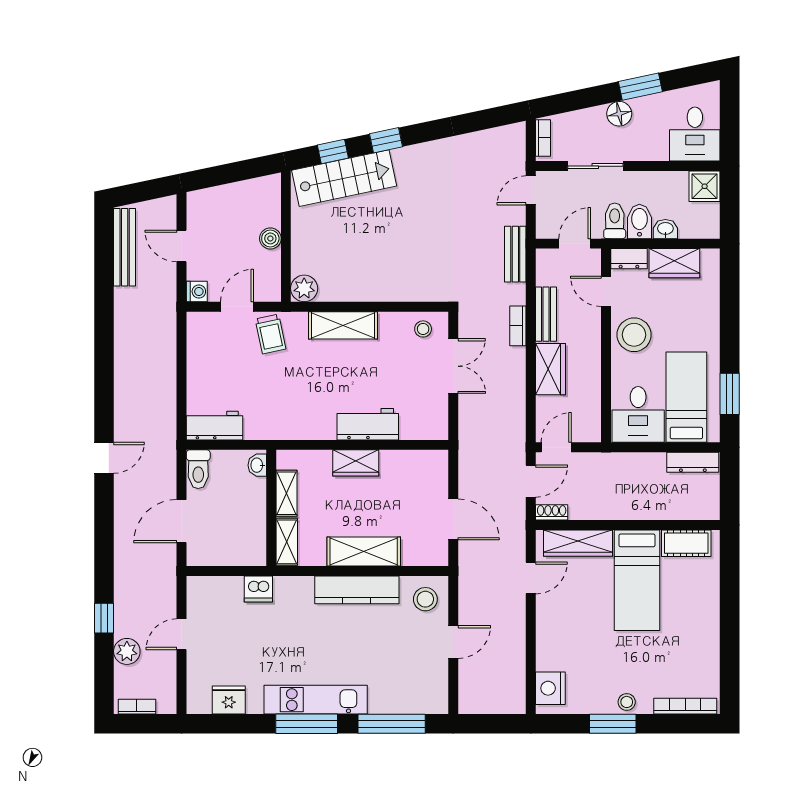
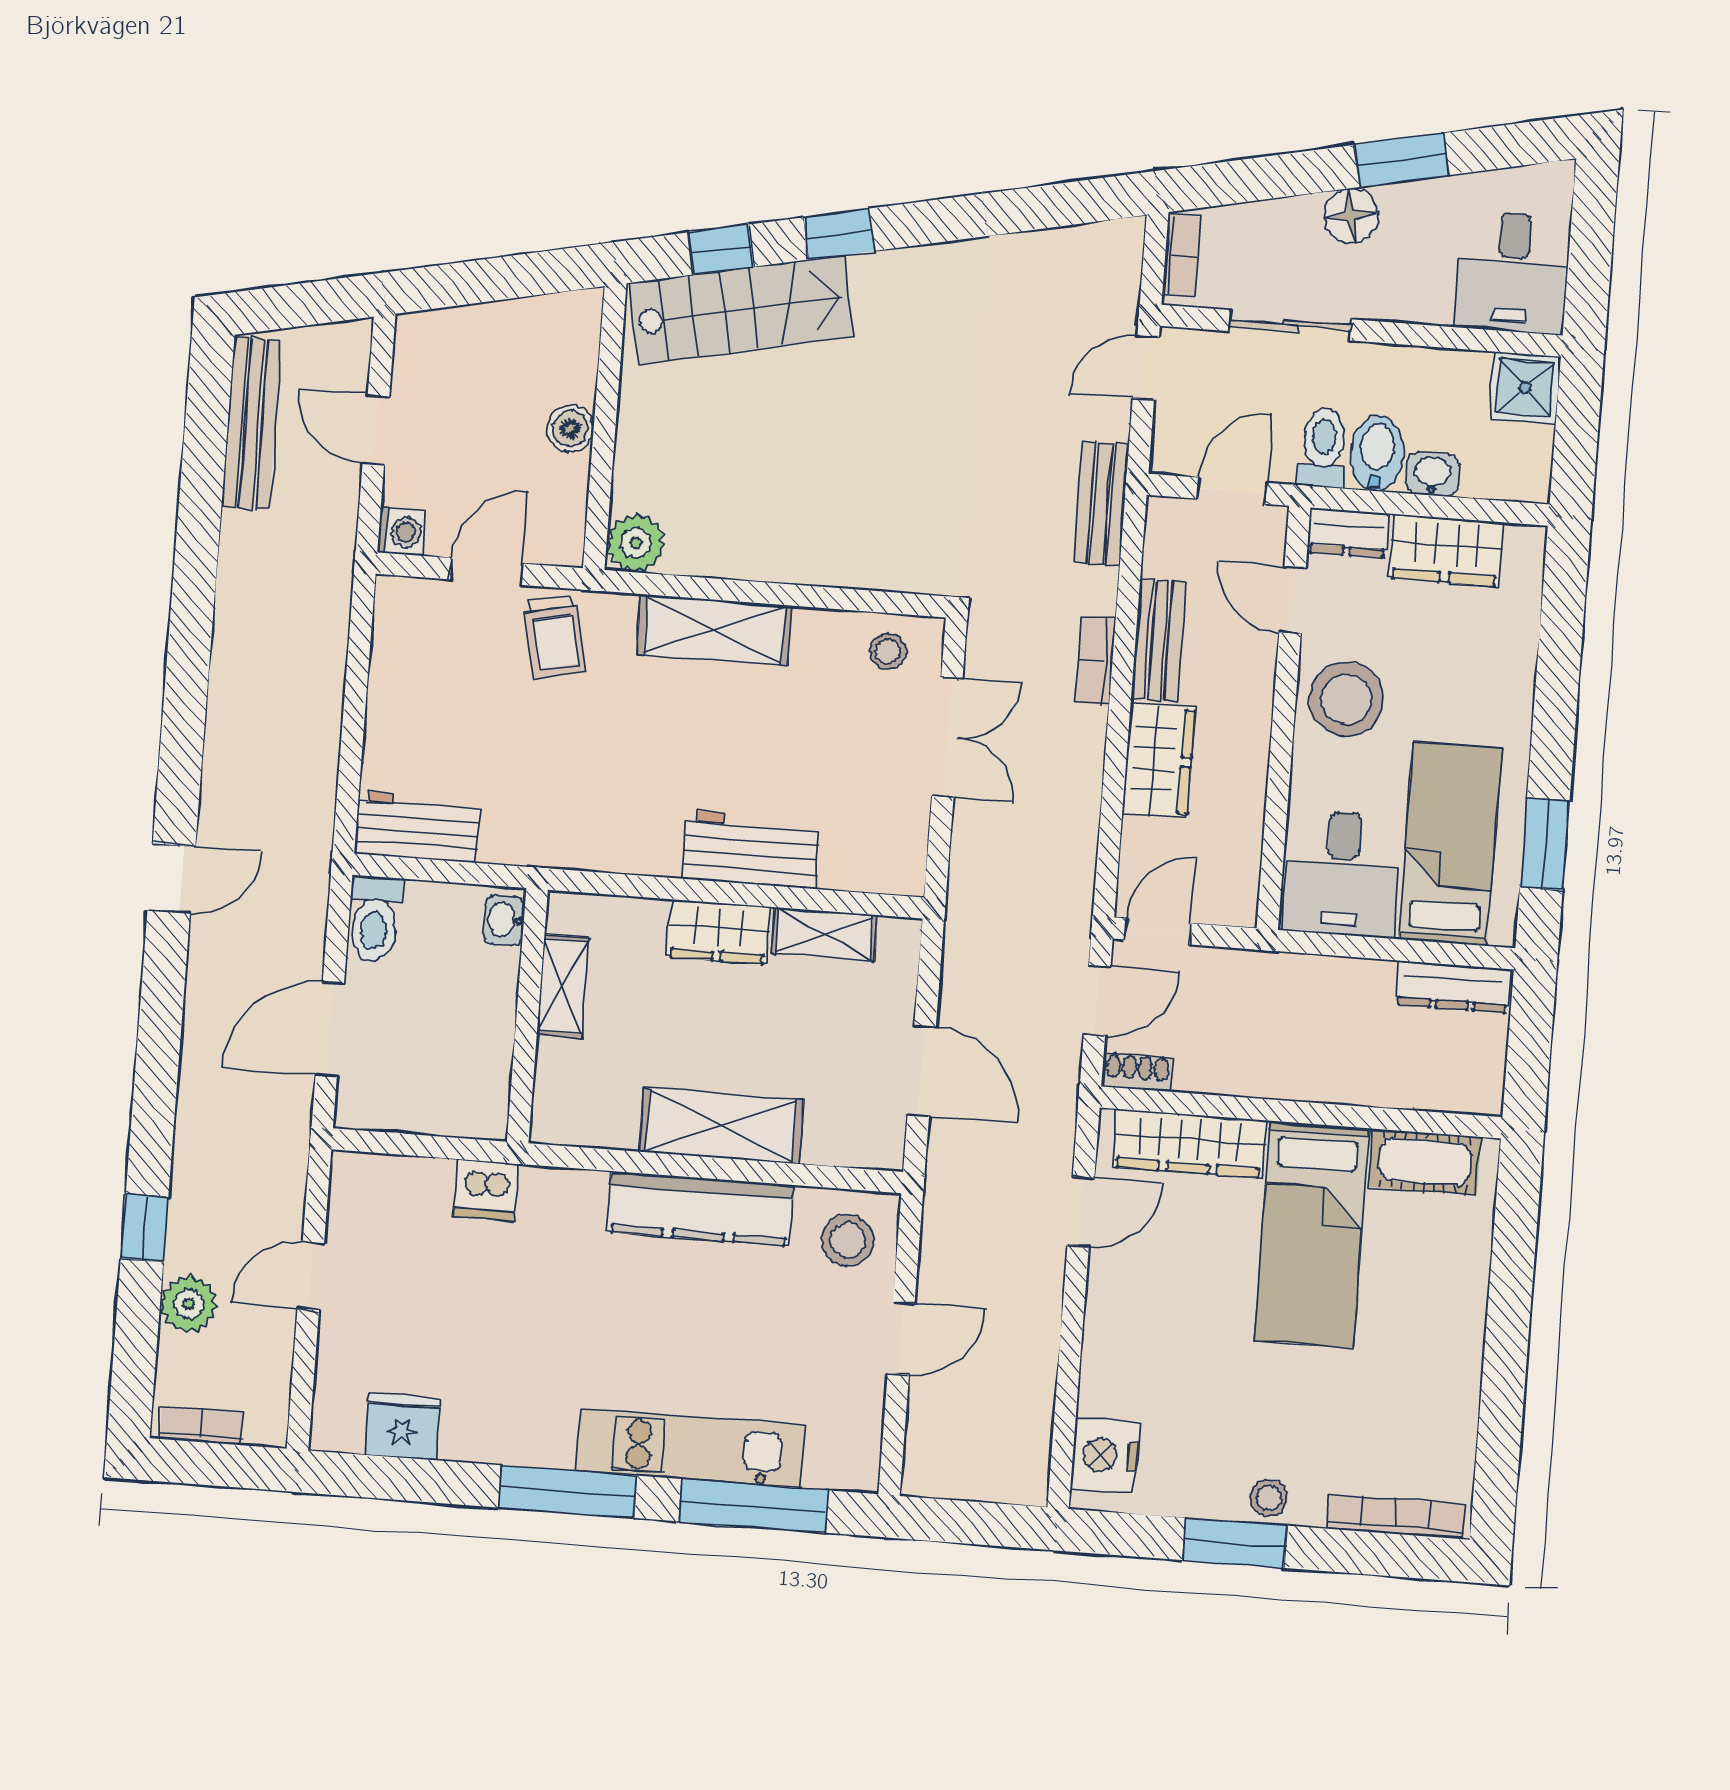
shelving: (287, 542) -> (825, 934), moved, turned 90
kitchen unit: (316, 700) -> (691, 1448), moved

